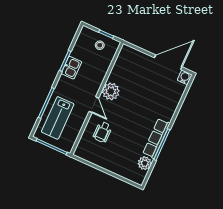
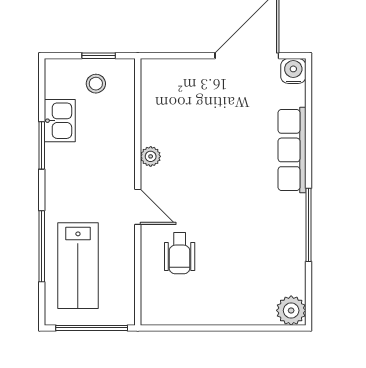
kitchen sink: (71, 68) -> (60, 121), moved
plant: (111, 91) -> (151, 156), width x0.53, depth x0.53
row of seats: (156, 138) -> (292, 150), moved
plant: (145, 163) -> (291, 310), moved

